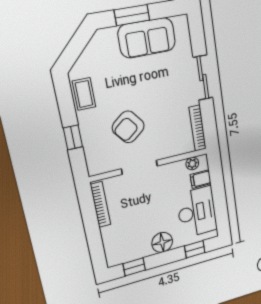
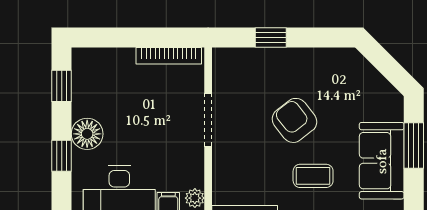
coffee table: (84, 94) -> (313, 176), moved
armchair: (128, 127) -> (294, 120), moved
window: (195, 249) -> (62, 156), moved

